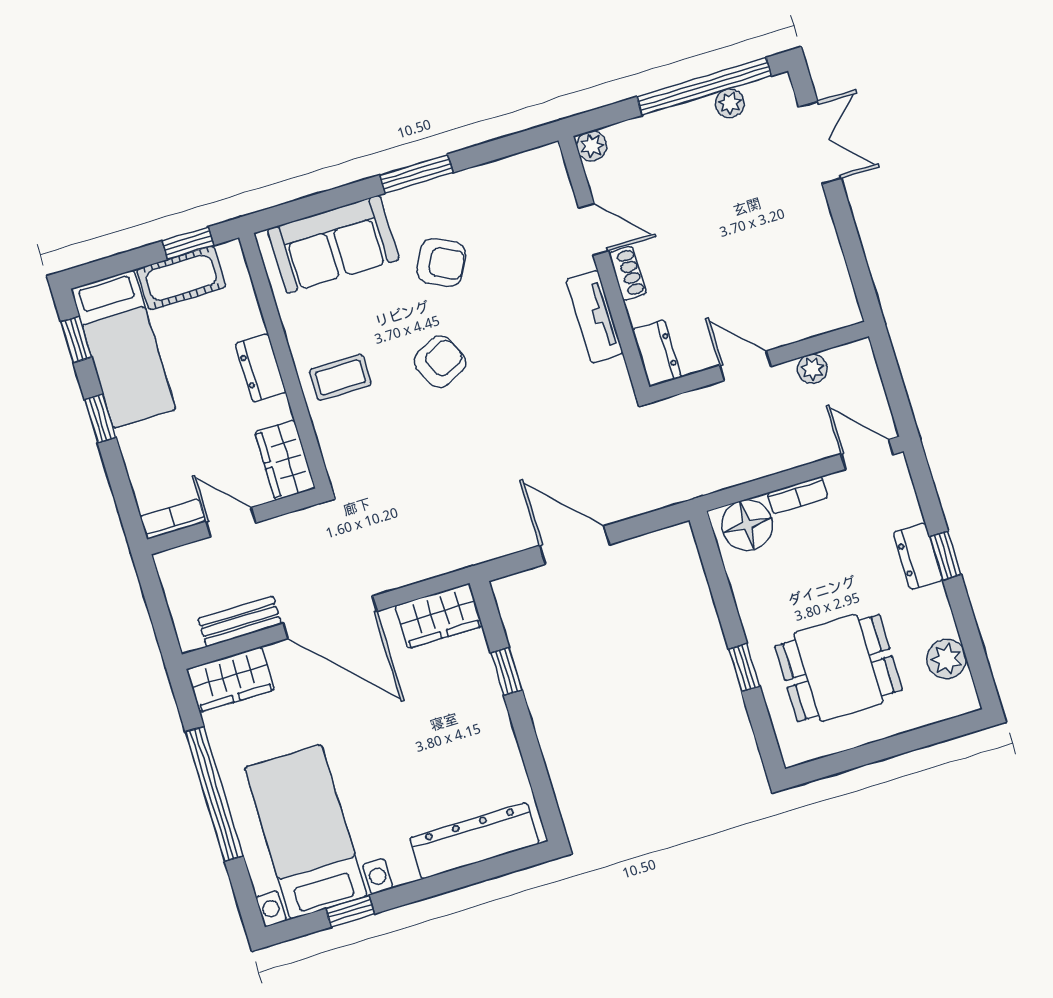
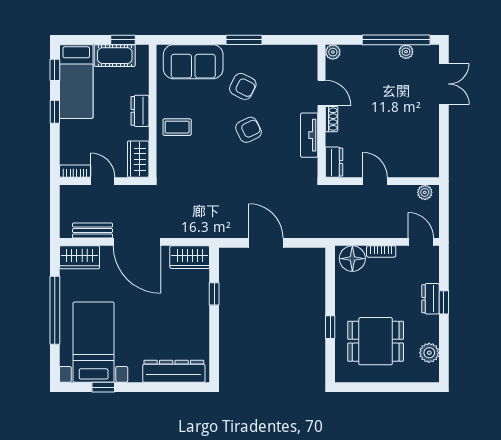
armchair: (440, 362) -> (248, 130), moved
plant: (812, 369) -> (425, 192), moved

